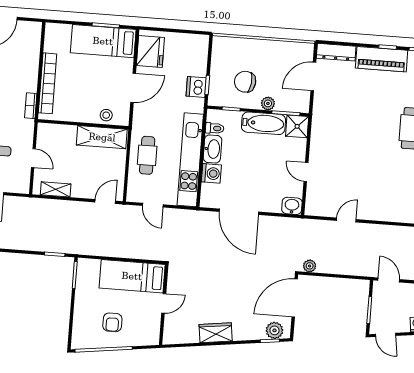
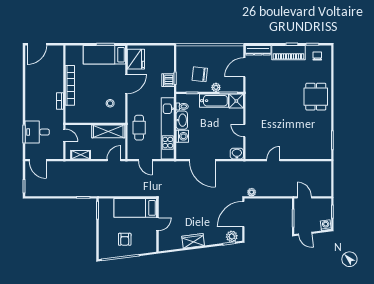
wall: (83, 124) -> (95, 124), moved
shelving: (102, 137) -> (108, 131), moved

